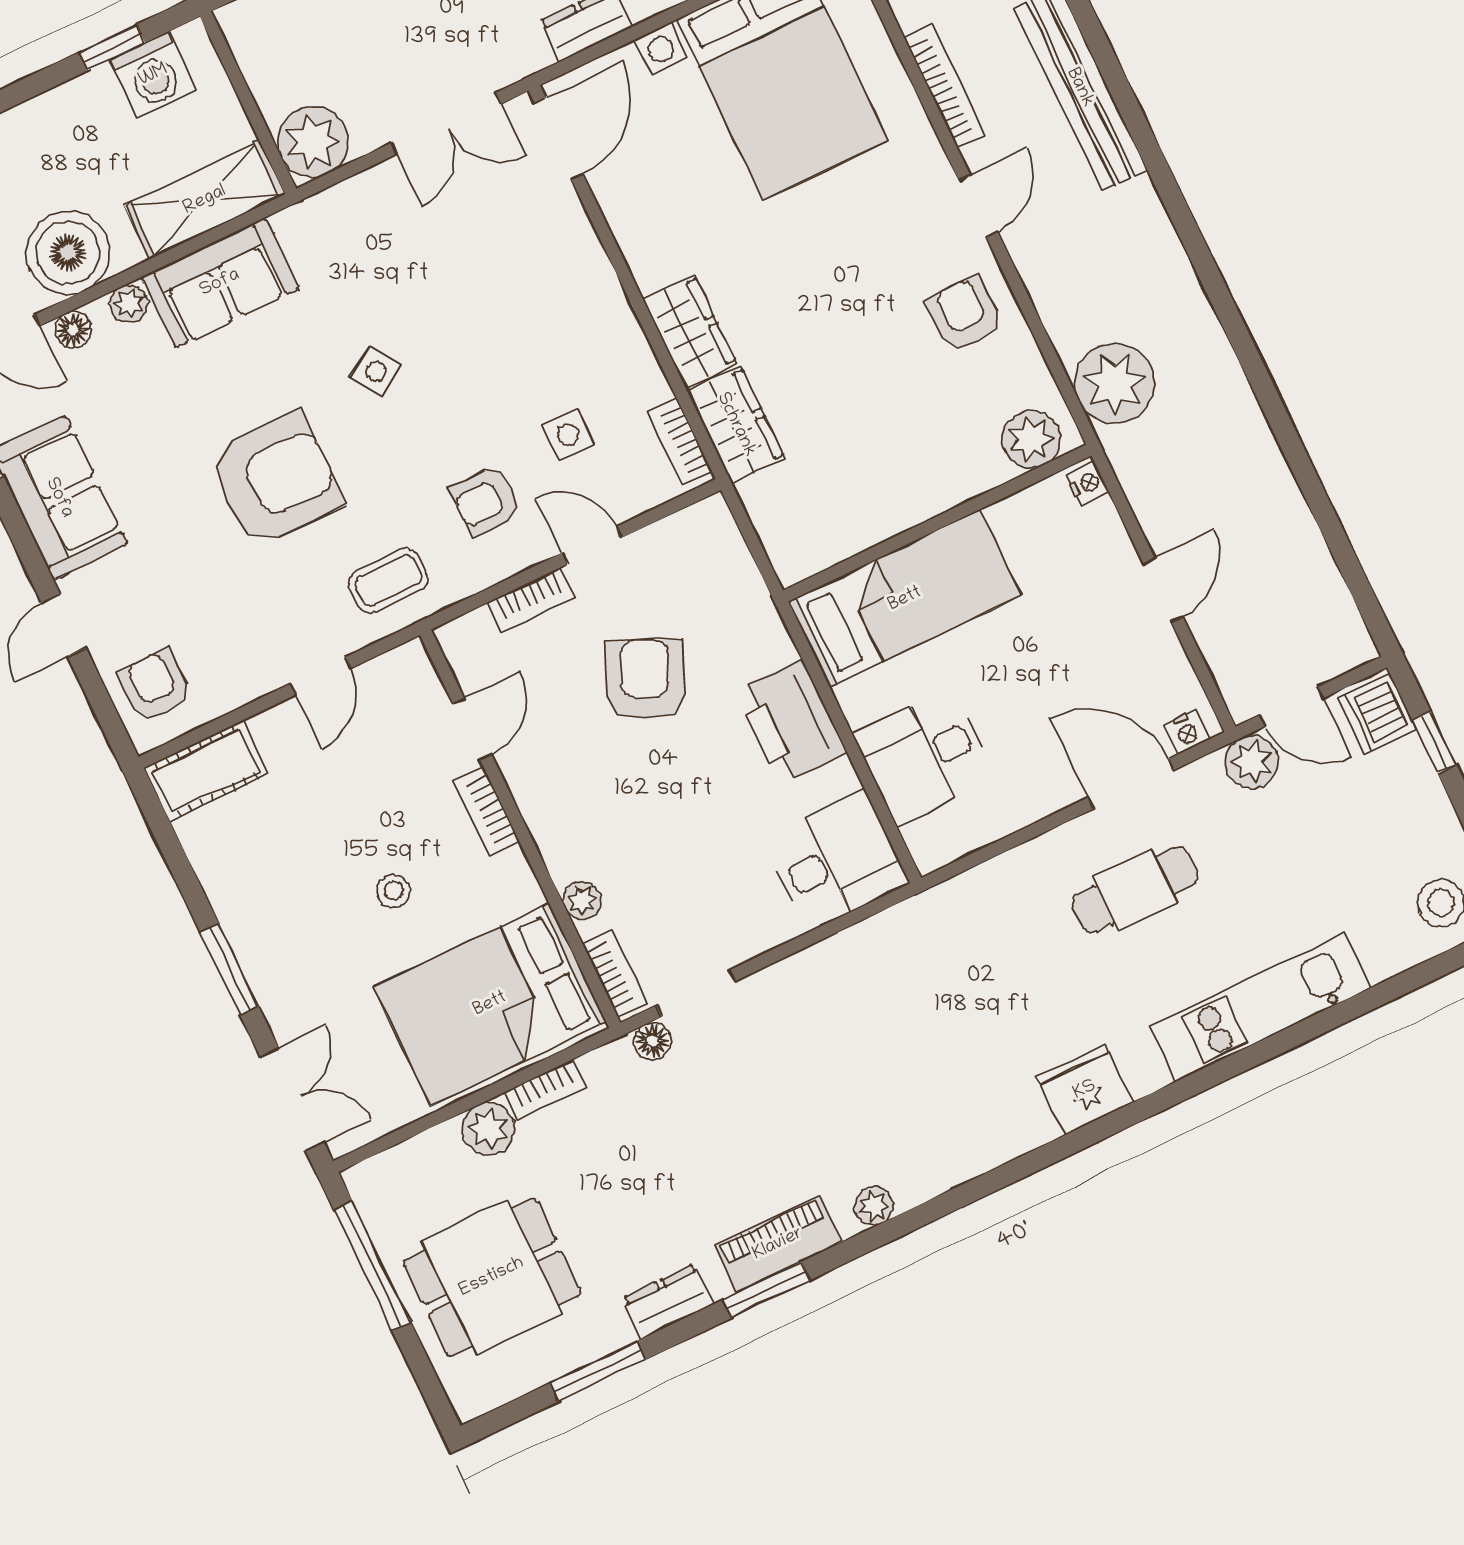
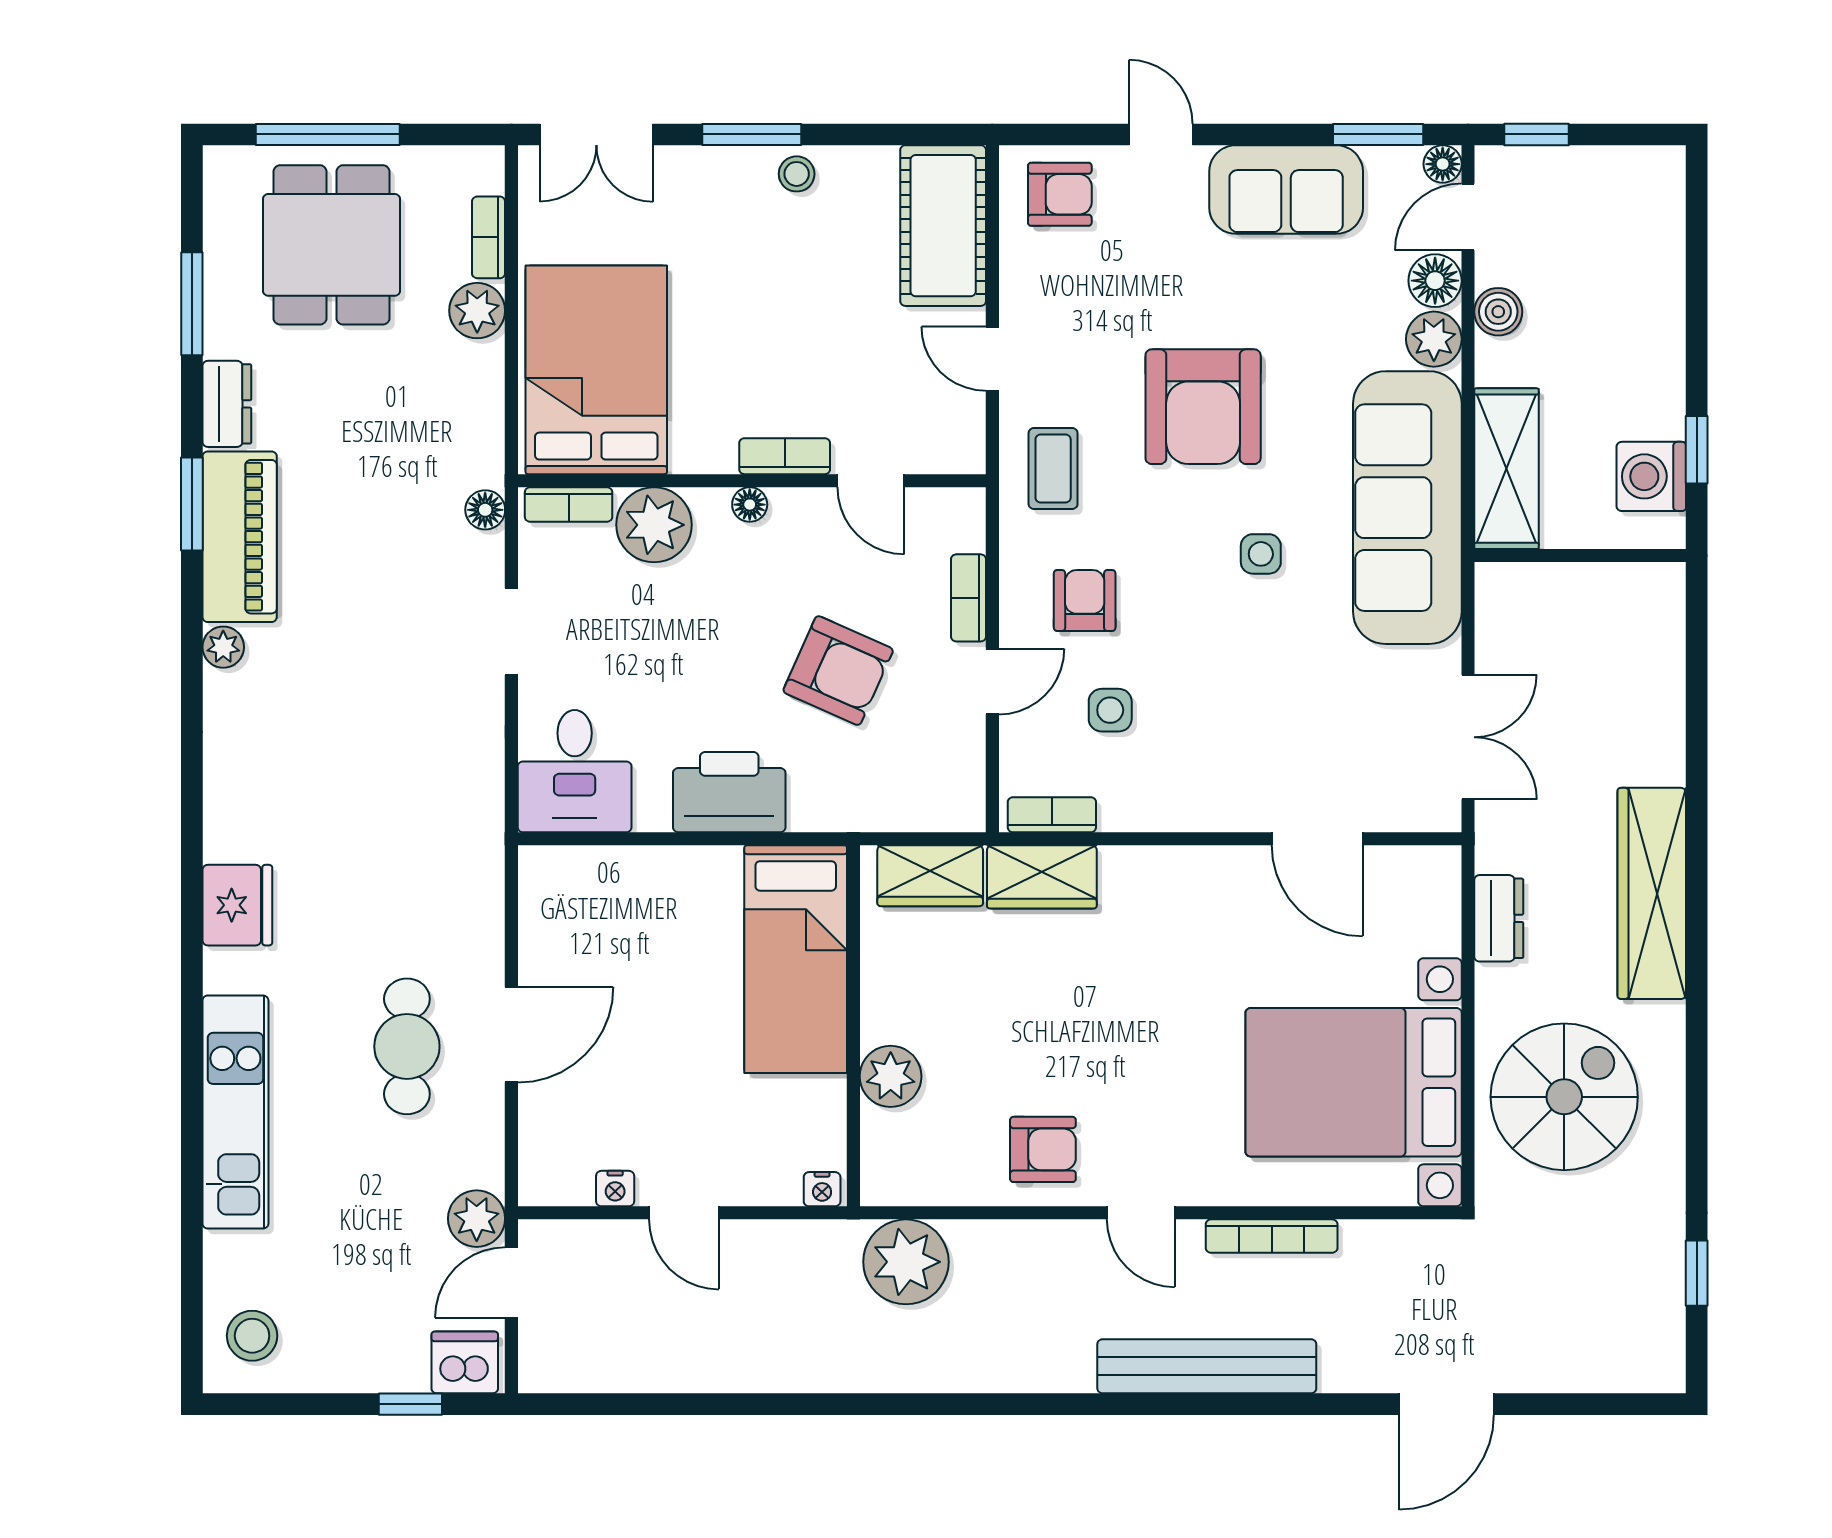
double door: (446, 123) -> (1468, 737), swing flipped
door: (559, 139) -> (1317, 839), moved
plant: (313, 142) -> (1512, 600), removed
boiler: (68, 253) -> (1498, 312), width x0.54, depth x0.54
sofa: (220, 283) -> (1407, 508), width x1.85, depth x1.27
plant: (129, 304) -> (1434, 339), width x1.38, depth x1.38
floor lamp: (73, 330) -> (1435, 281), width x1.37, depth x1.37
wardrobe: (690, 331) -> (930, 876), moved
side table: (376, 372) -> (1261, 554), turned 33
plant: (1031, 439) -> (891, 1076), moved
nightstand: (1187, 732) -> (615, 1189), moved, turned -90
desk: (925, 757) -> (633, 905), removed
cot: (206, 771) -> (943, 226), width x1.37, depth x1.34
door: (1131, 784) -> (511, 1035), moved
floor lamp: (541, 821) -> (750, 505), added
stool: (394, 891) -> (797, 174), moved
plant: (582, 900) -> (654, 525), width x1.88, depth x1.88
doorway: (696, 993) -> (511, 631), moved
bookcase: (545, 1089) -> (489, 237), moved
piano: (778, 1244) -> (240, 537), width x1.37, depth x1.33
window: (372, 1266) -> (328, 134), moved

